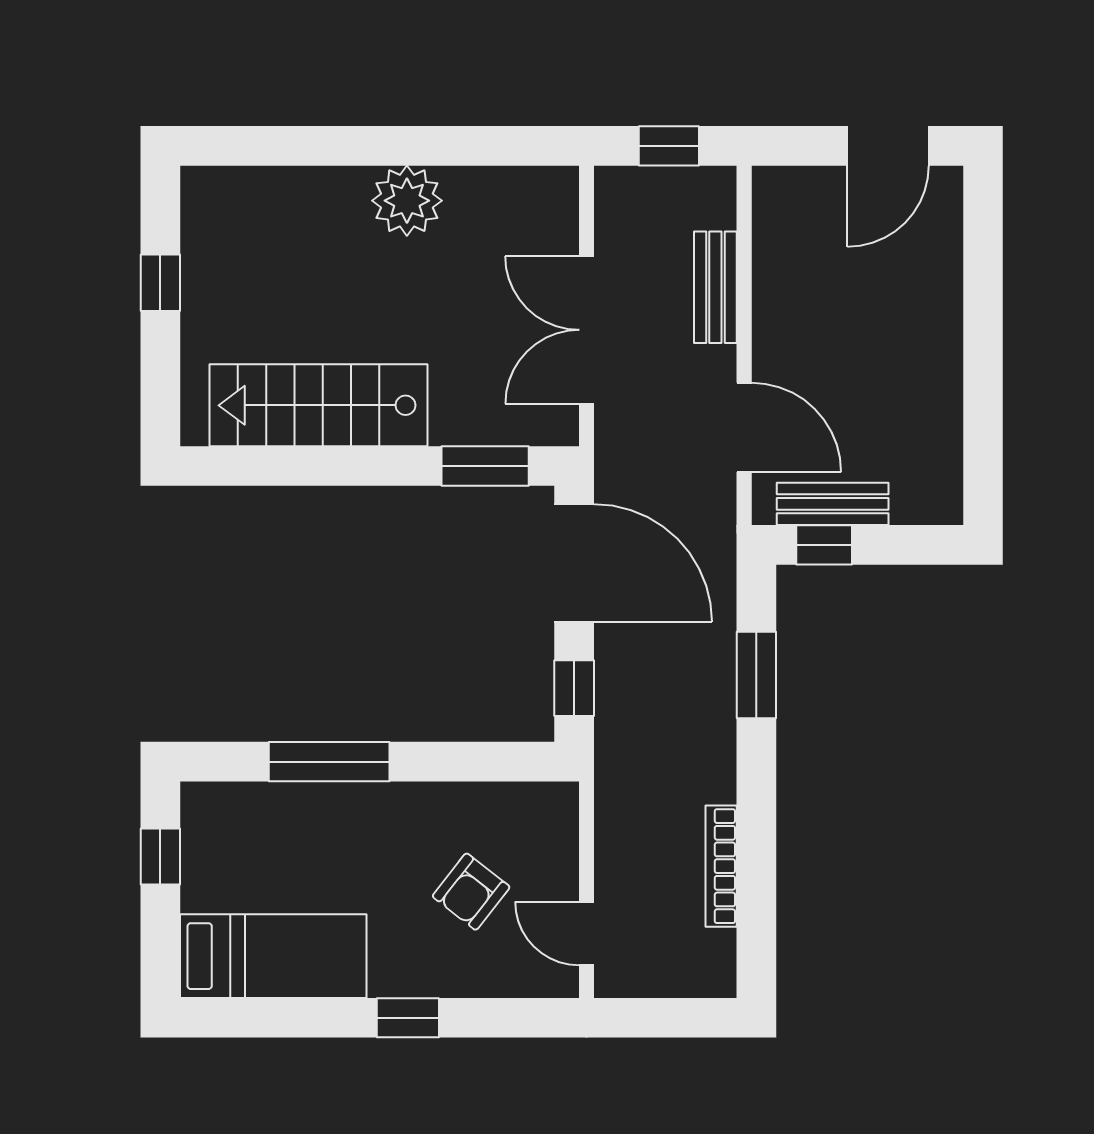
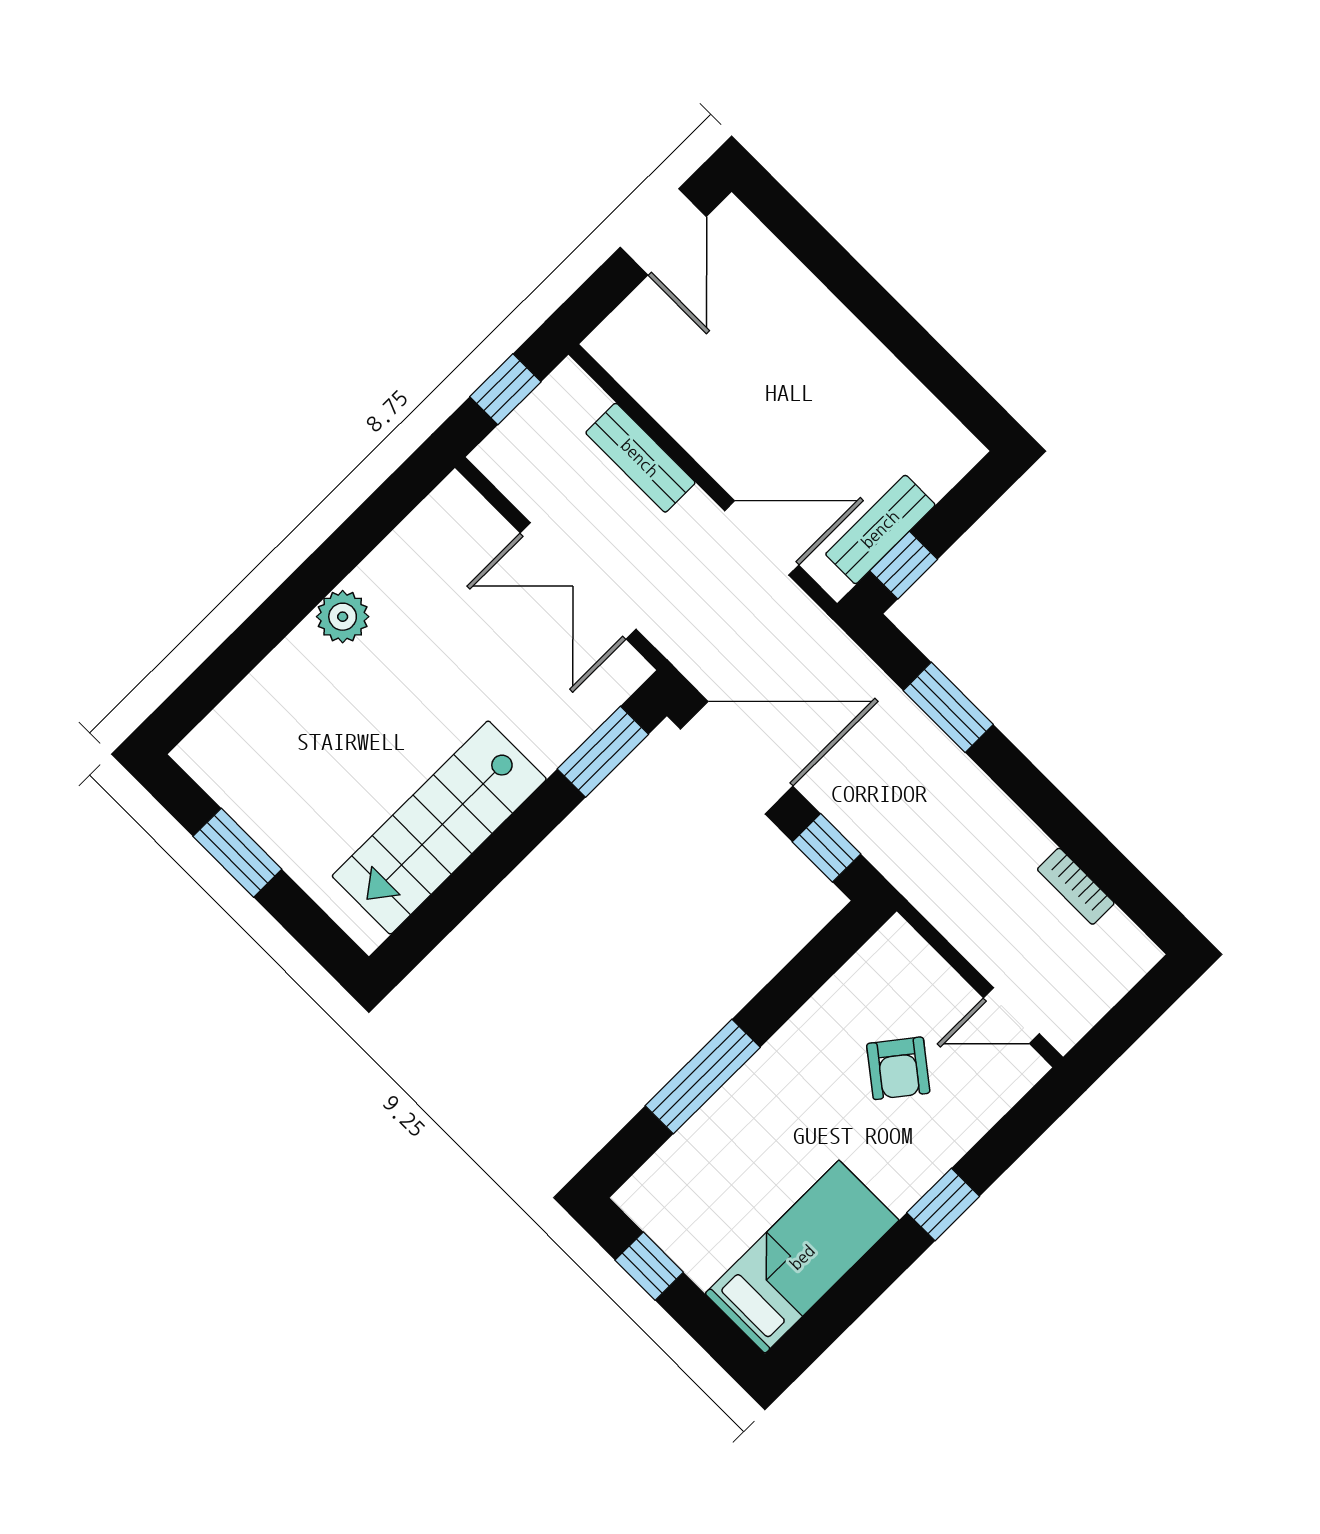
plant: (407, 201) -> (343, 617), width x0.73, depth x0.73
window: (160, 283) -> (237, 853), width x1.50
bookcase: (721, 866) -> (1076, 886), width x0.64

